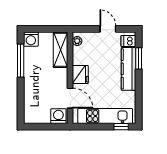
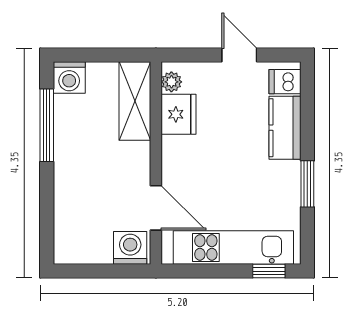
window: (139, 58) -> (307, 184), moved
kitchen counter: (128, 69) -> (285, 128), width x0.67
fridge: (80, 74) -> (179, 114), moved

